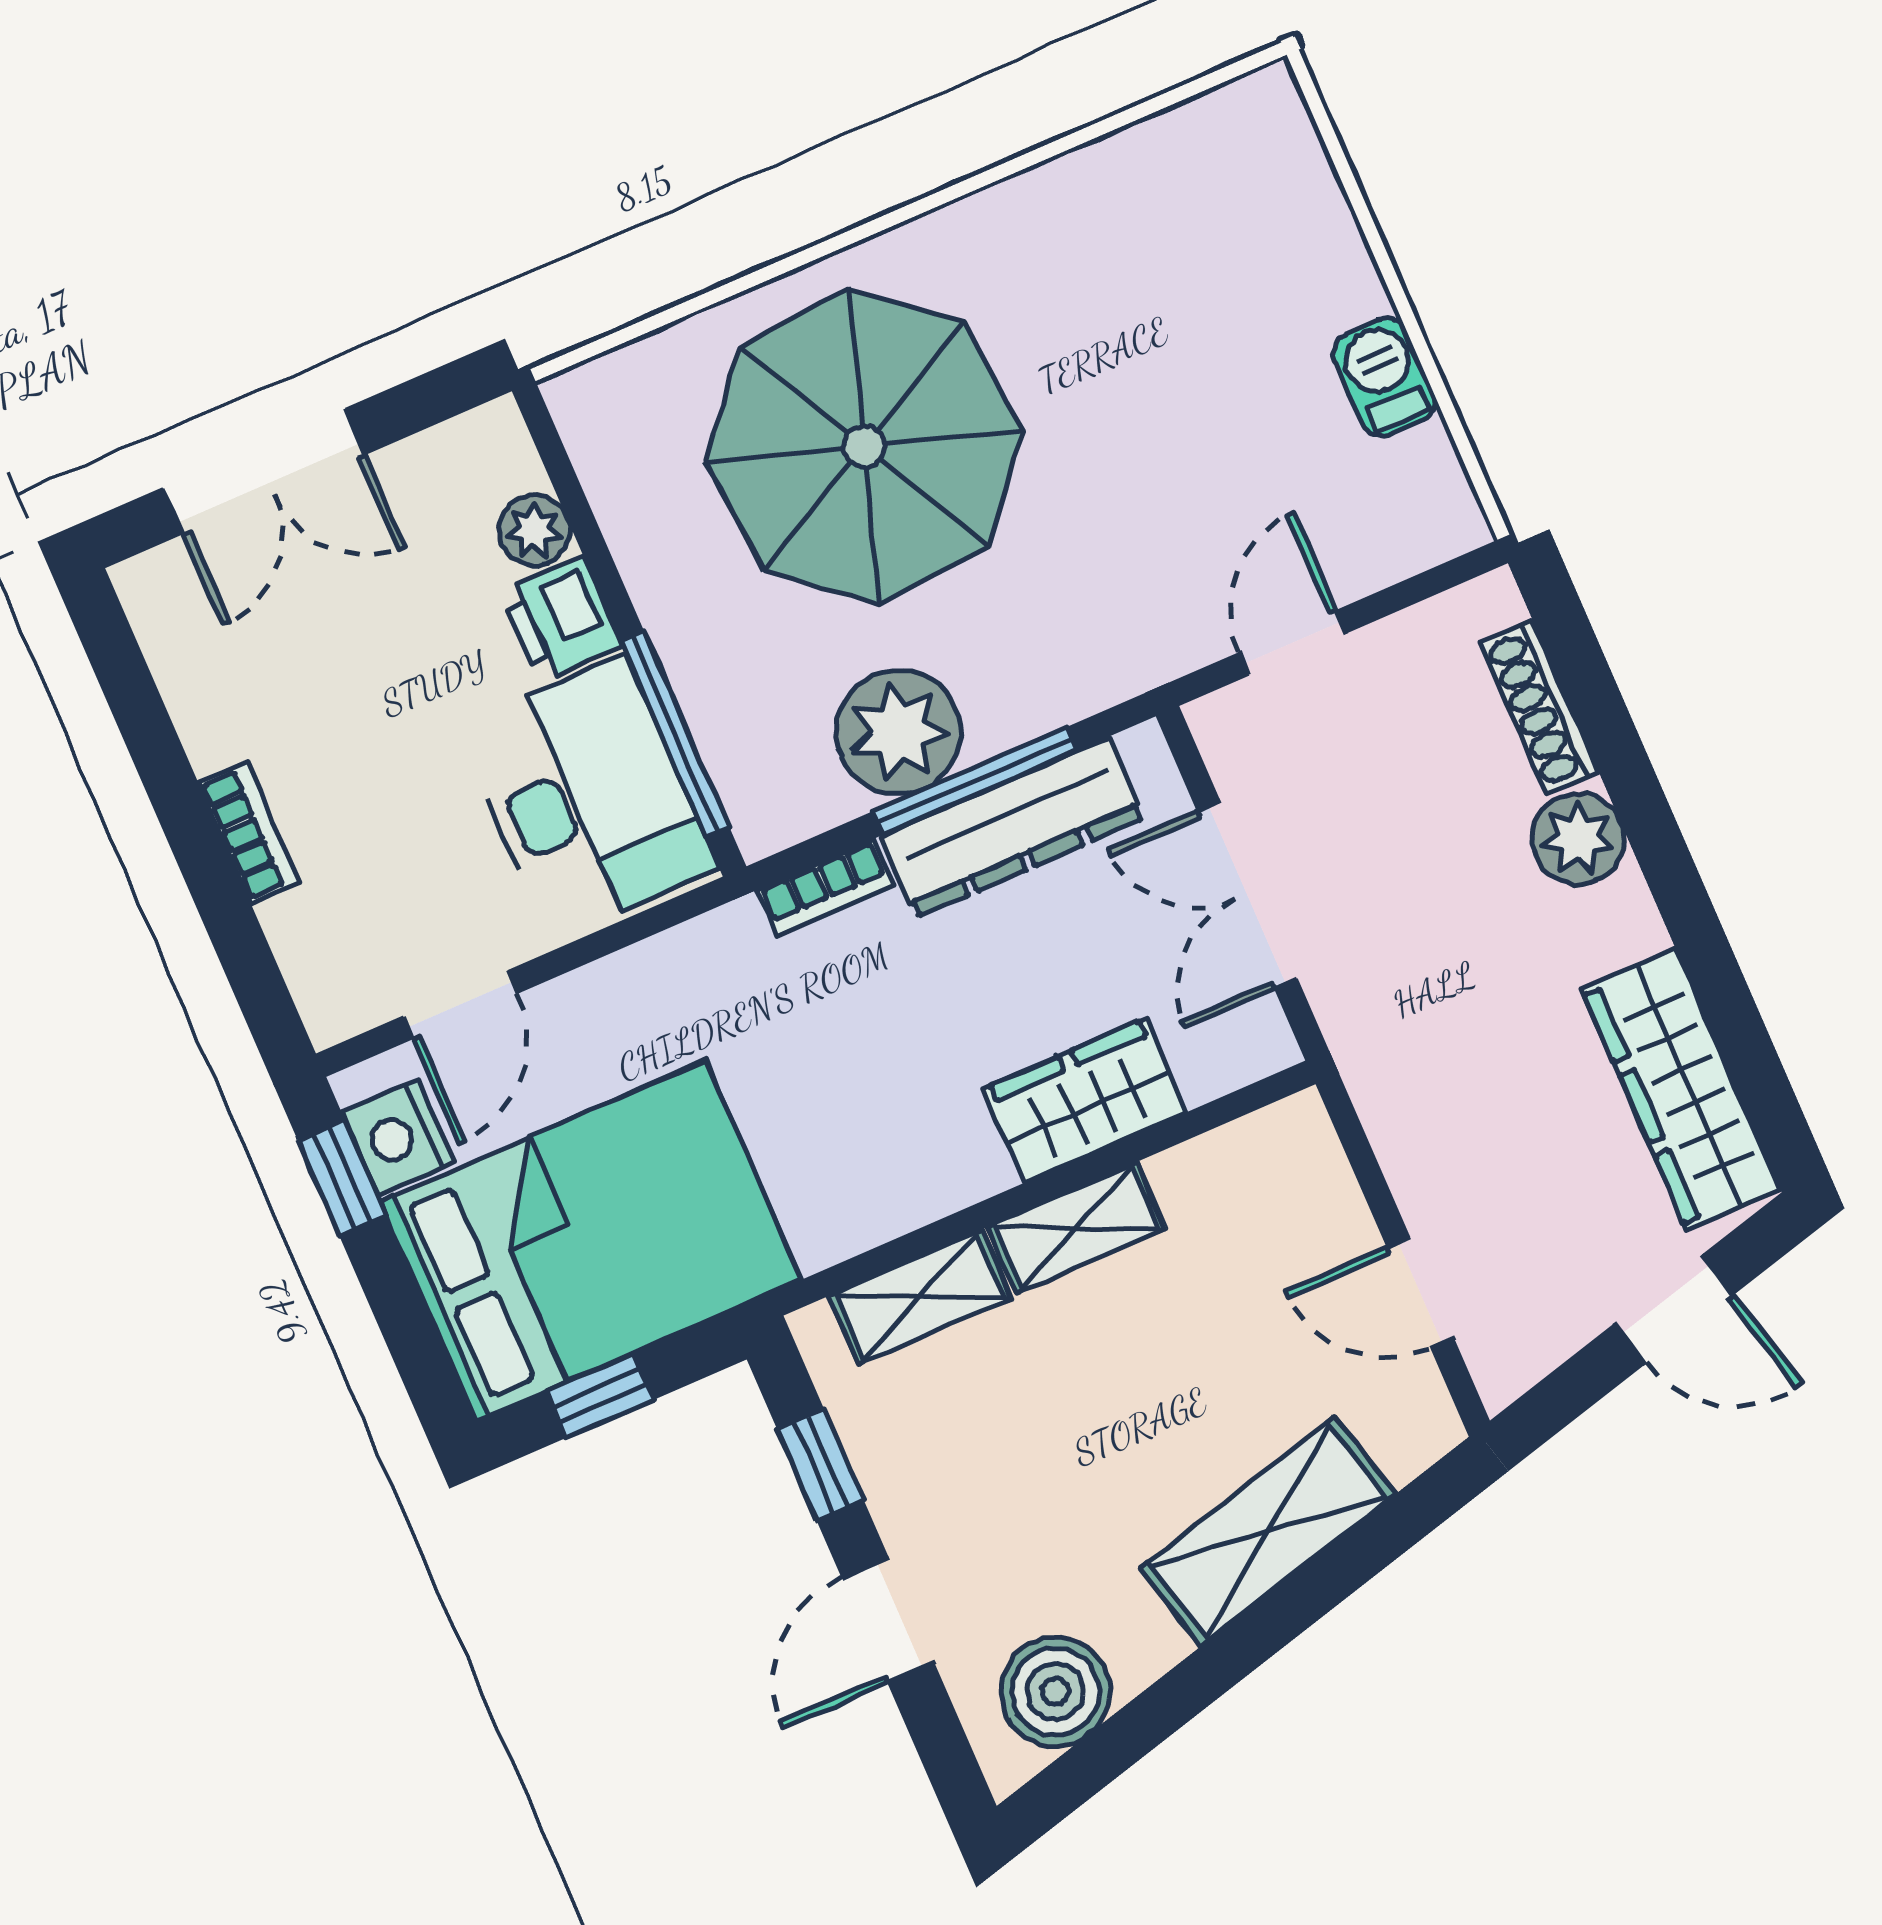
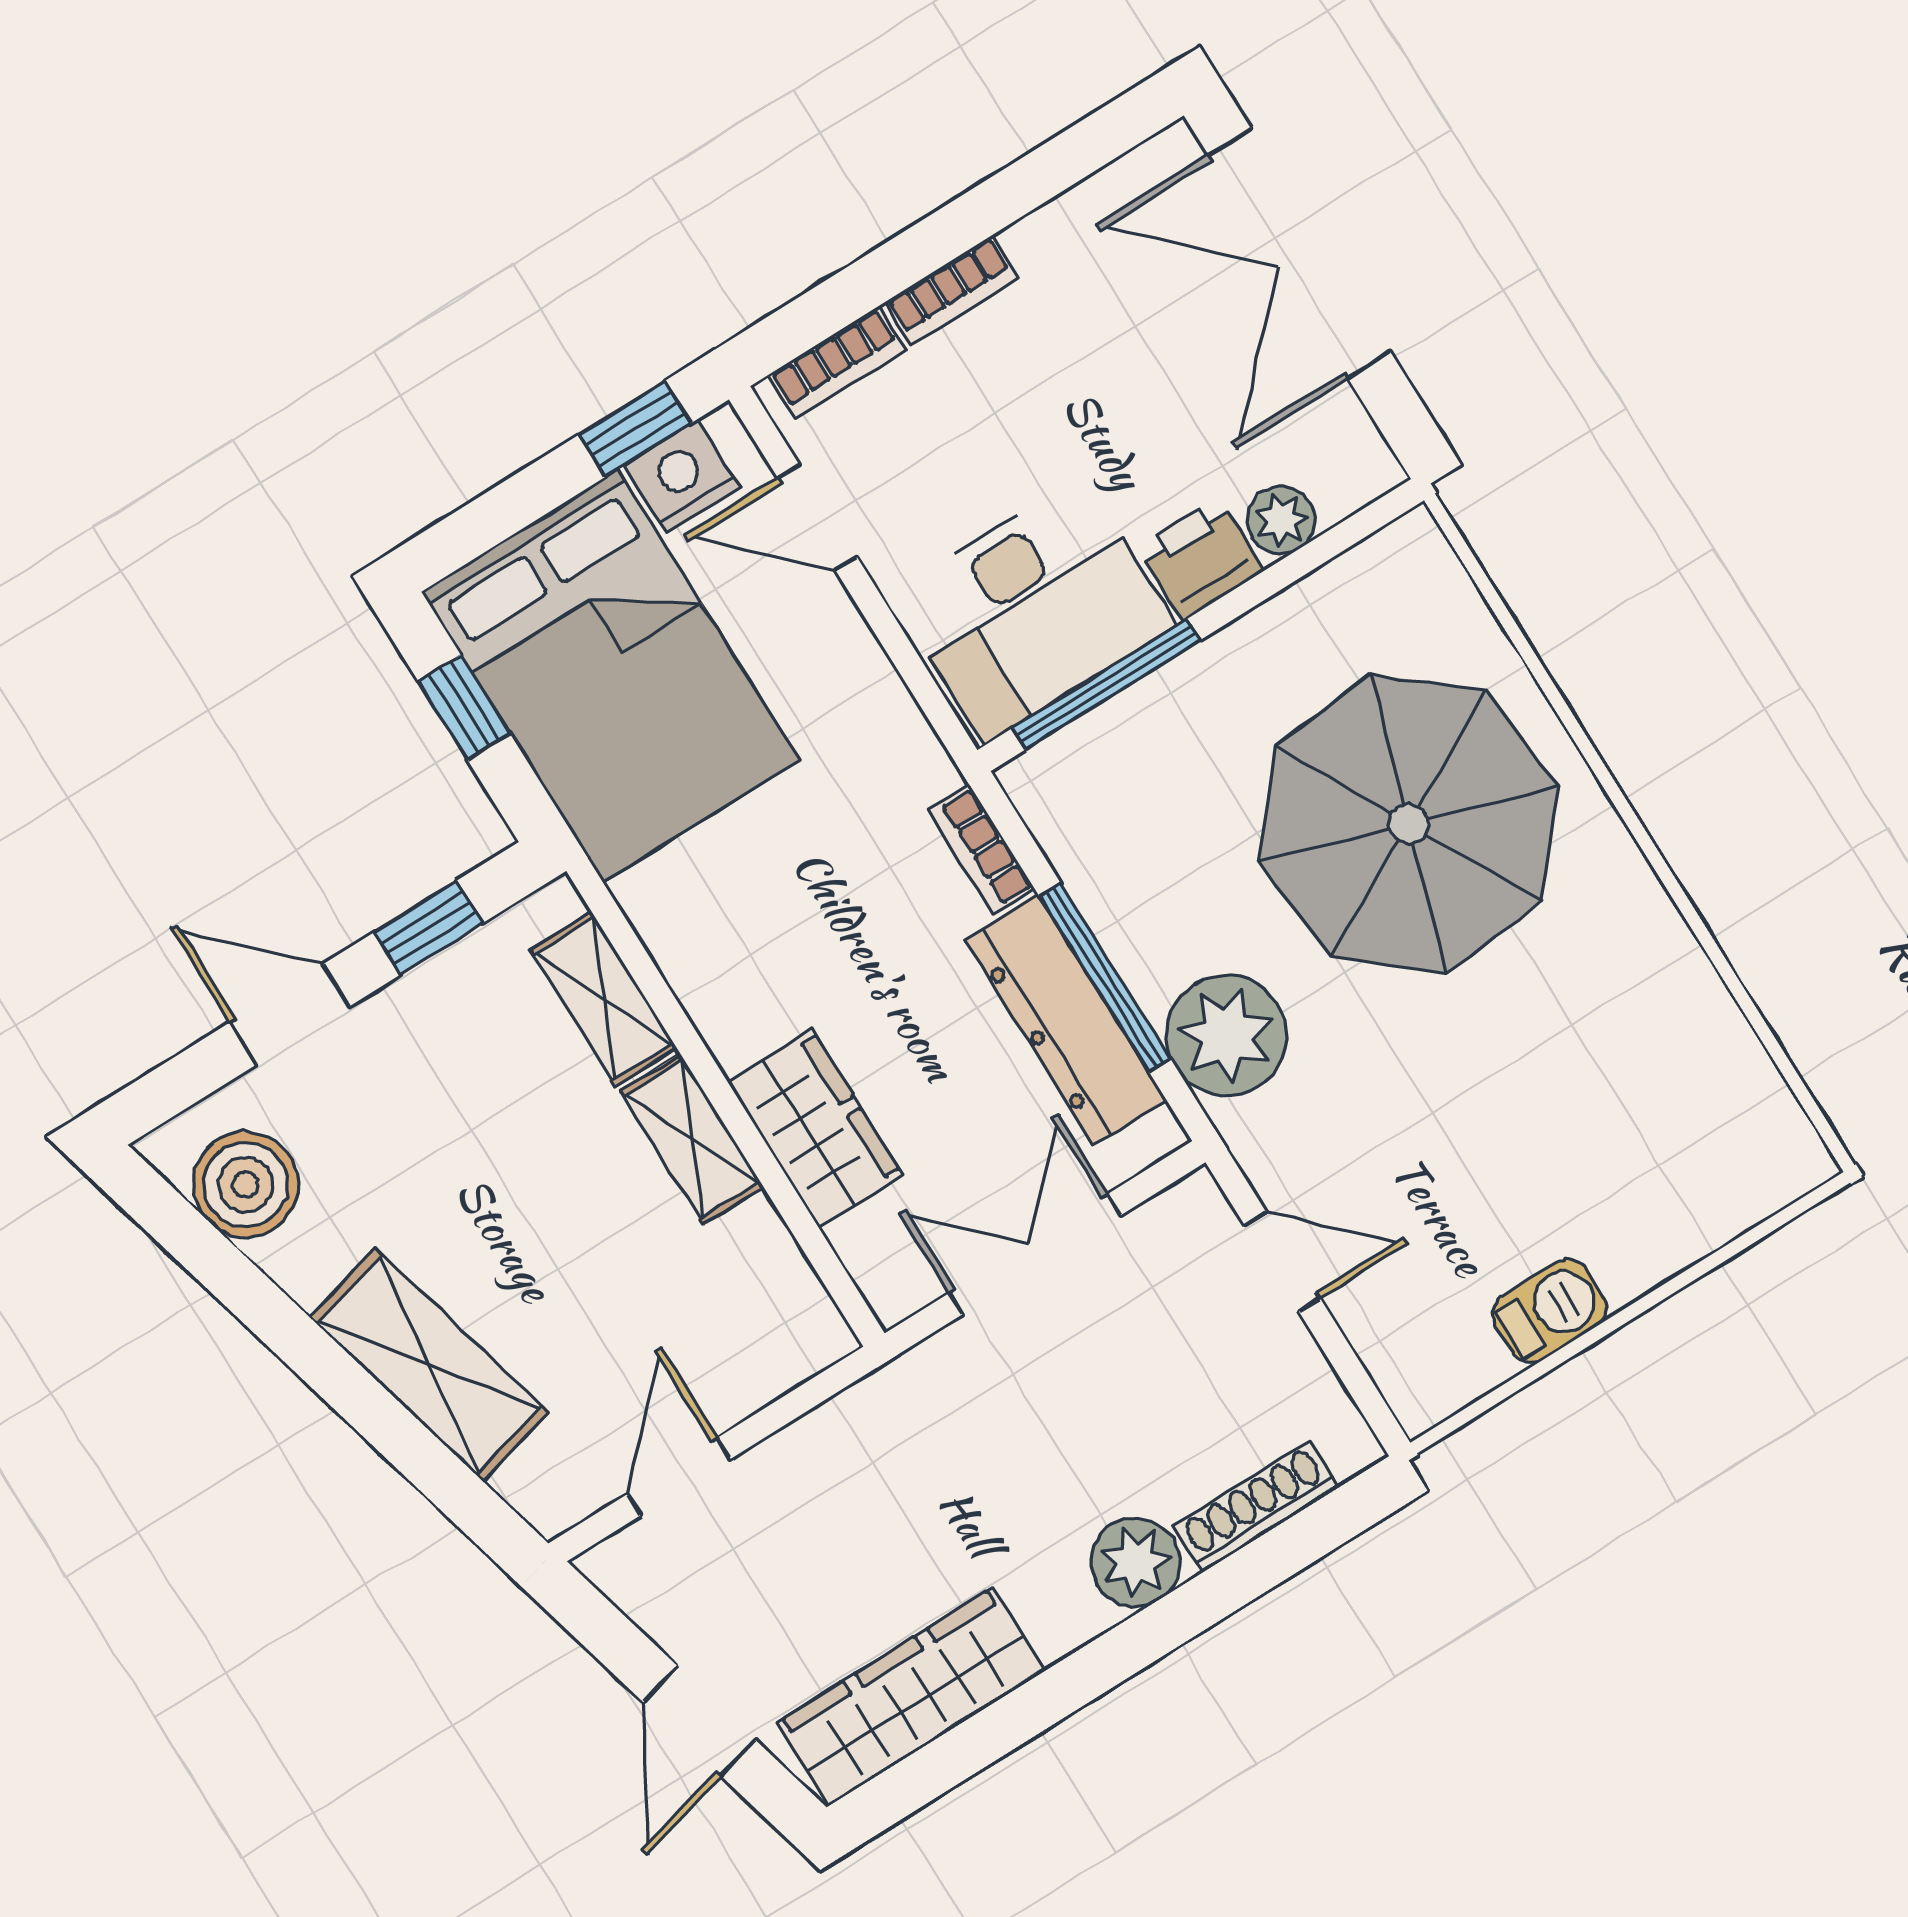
double door: (264, 471) -> (1299, 253), width x1.37
plant: (899, 732) -> (1227, 1035), moved
bookcase: (305, 961) -> (837, 363), added

